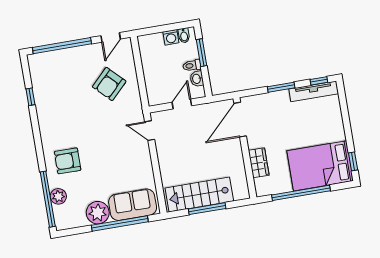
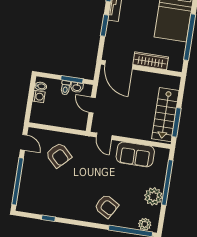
window: (201, 53) -> (72, 79), moved
door: (150, 131) -> (104, 136), hinge flipped
armchair: (68, 161) -> (106, 206), turned -60
wardrobe: (259, 163) -> (151, 61), width x1.50
plant: (58, 196) -> (145, 224), moved
sofa: (133, 205) -> (135, 154), moved, turned -90
window: (207, 209) -> (176, 122), moved

